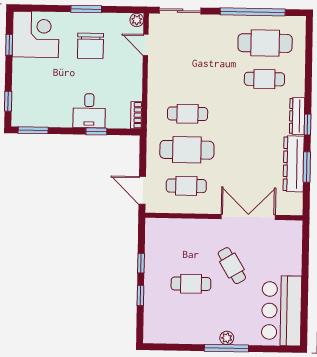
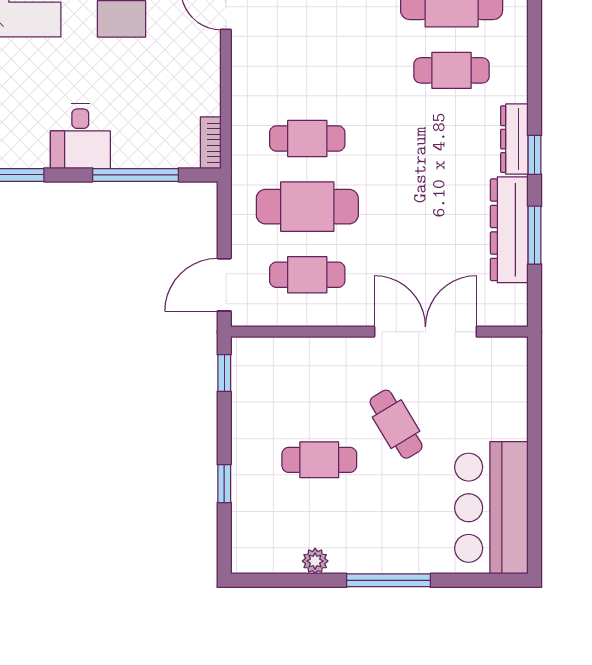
desk: (89, 111) -> (80, 136), moved
window: (96, 131) -> (135, 175), width x2.17
door: (142, 190) -> (224, 285), hinge flipped
window: (141, 263) -> (224, 373), moved
plant: (227, 338) -> (315, 561), moved

